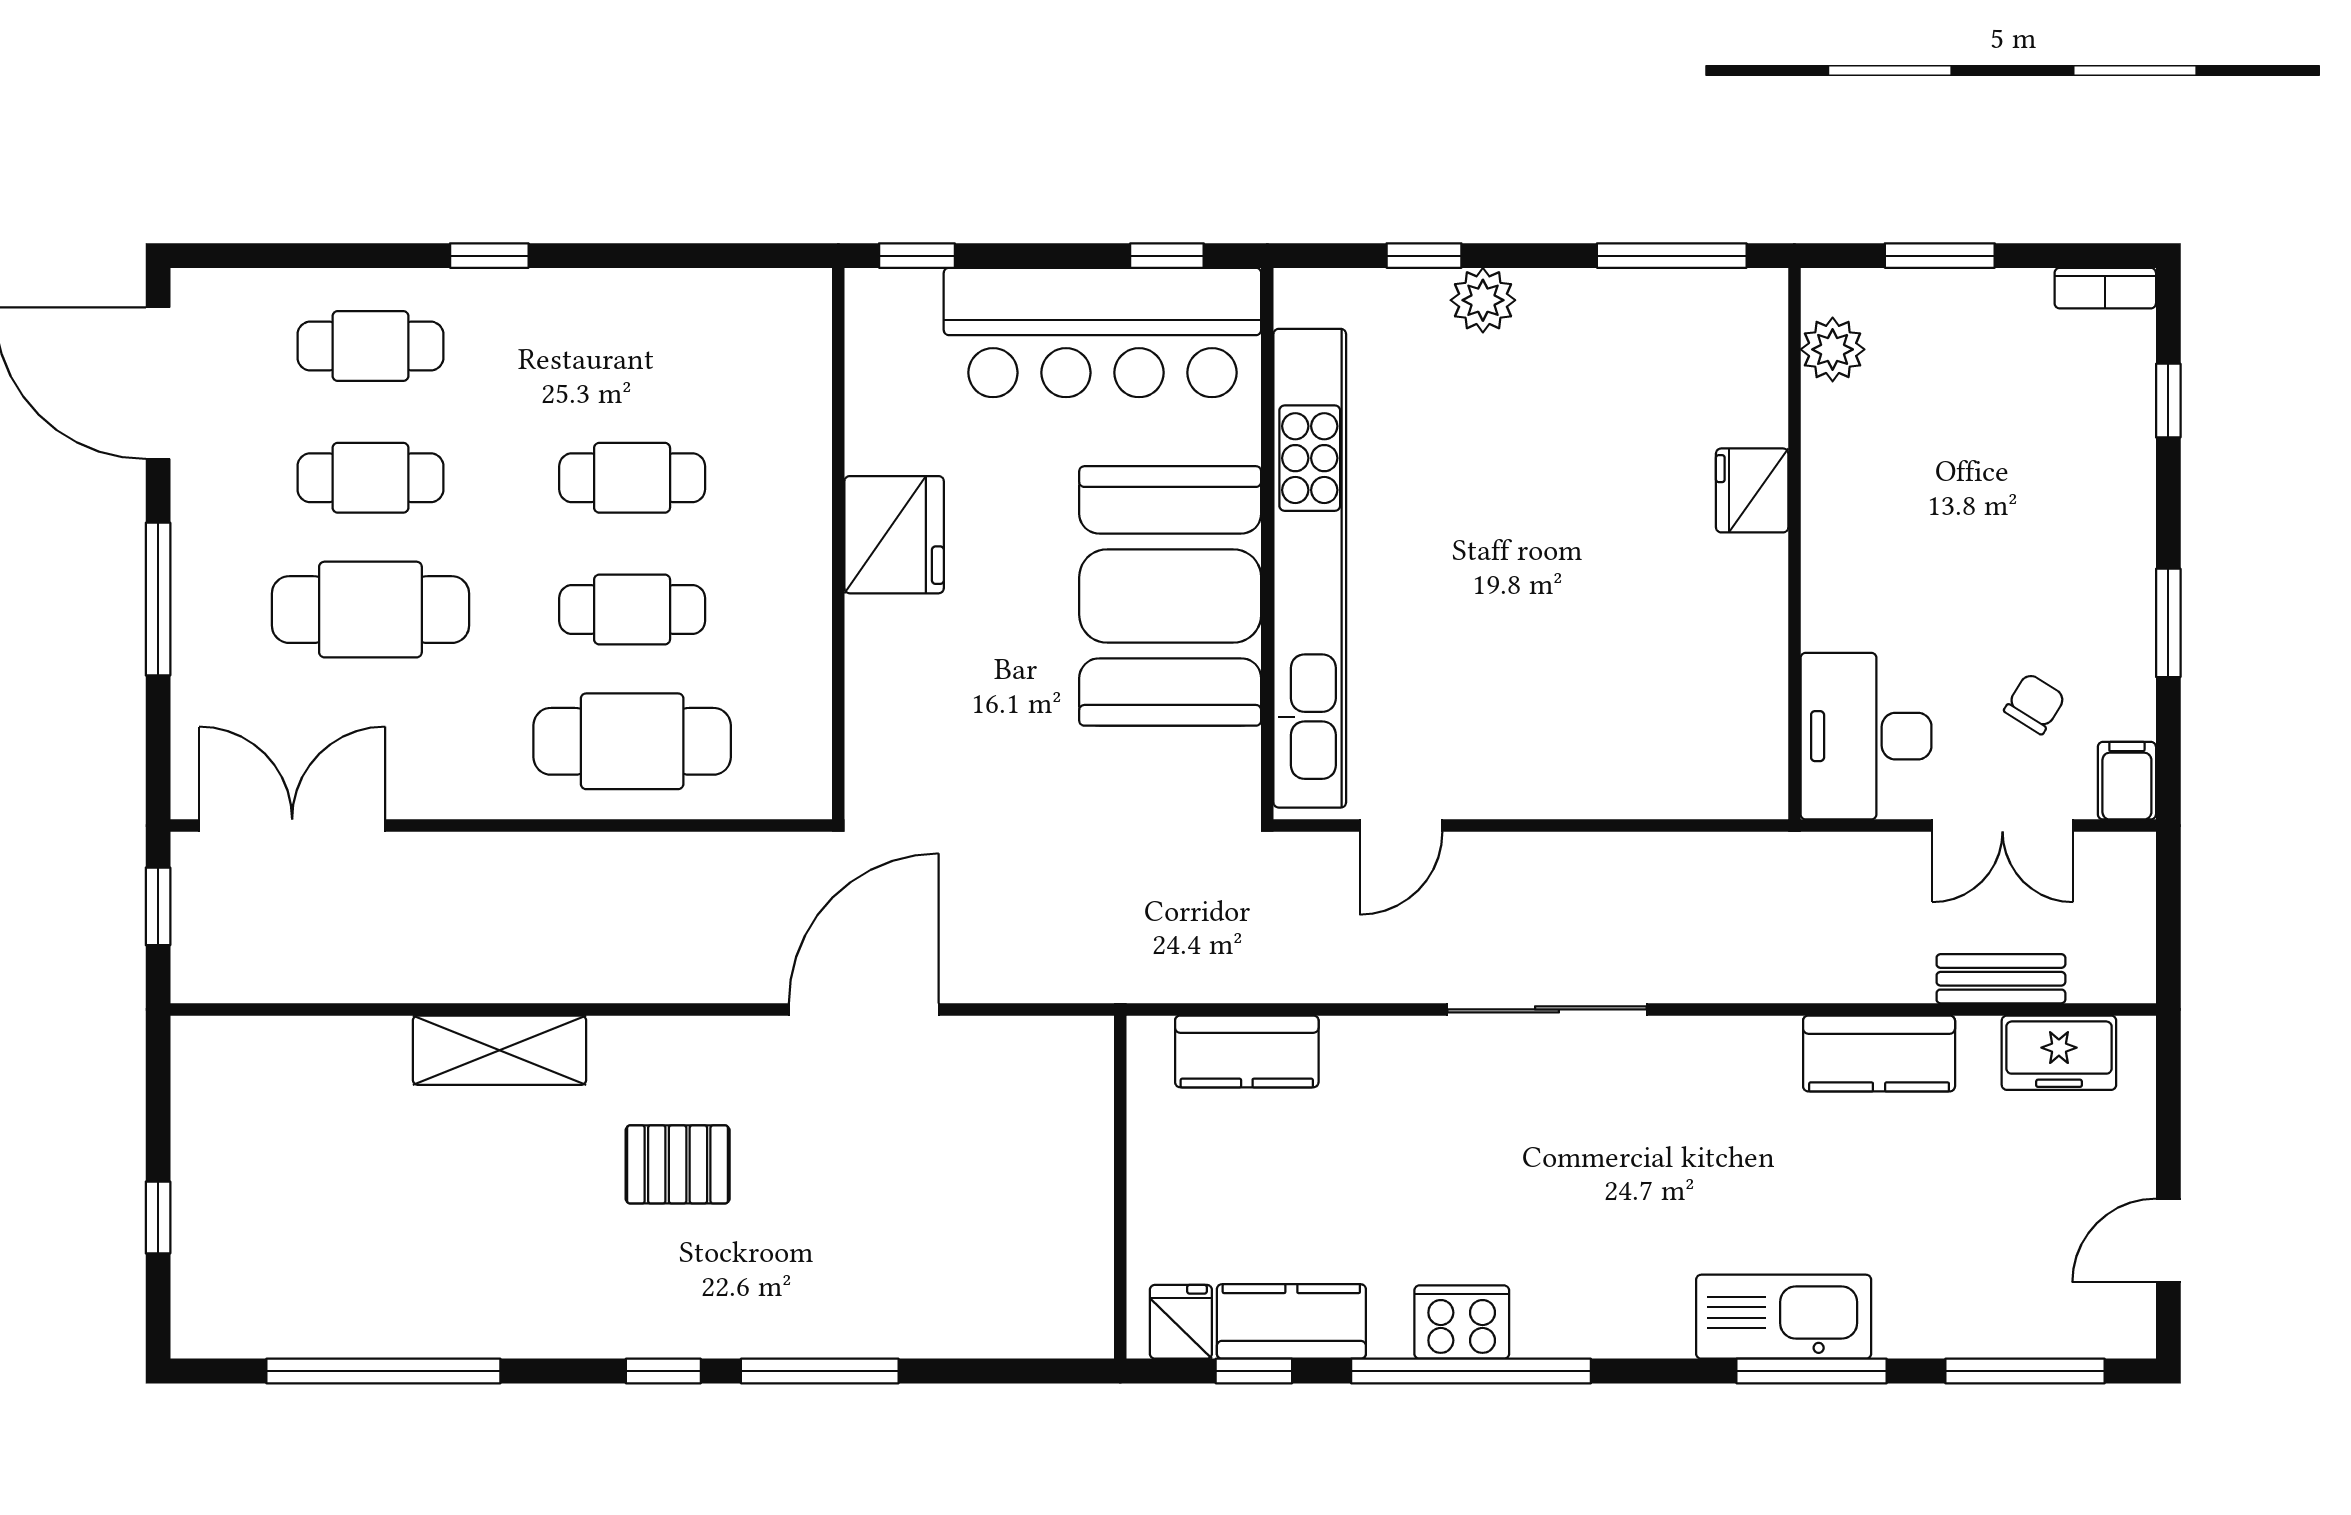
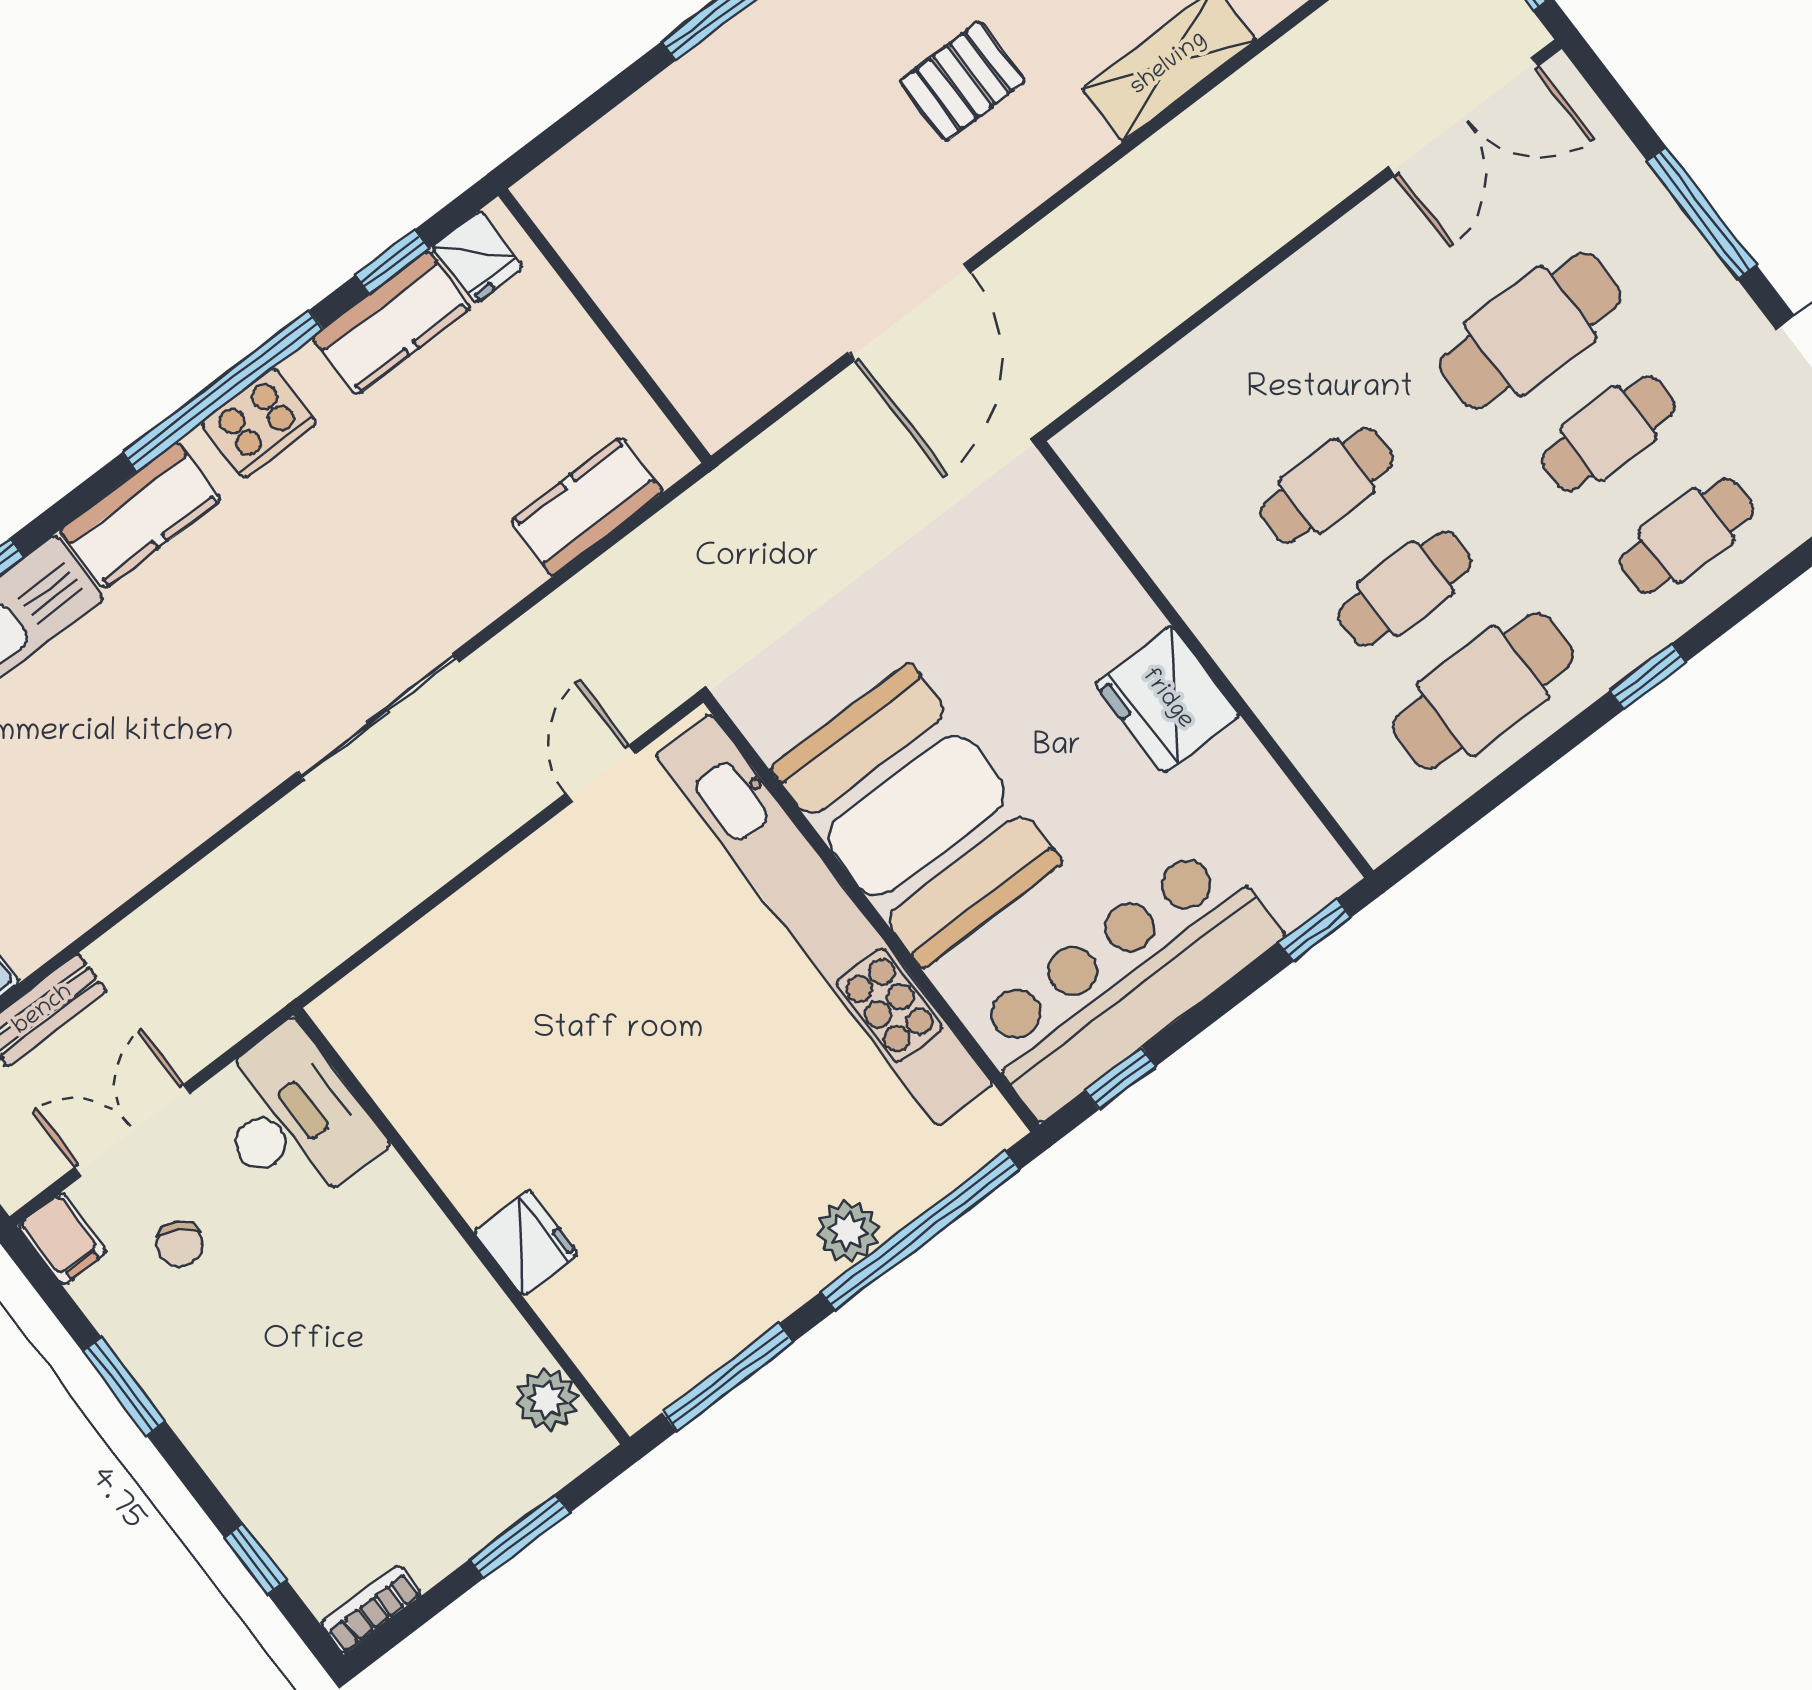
window: (1424, 256) -> (920, 1231), width x3.17
cafe table: (632, 741) -> (1483, 691), moved
kitchen counter: (1879, 1054) -> (140, 515), moved, turned 180

